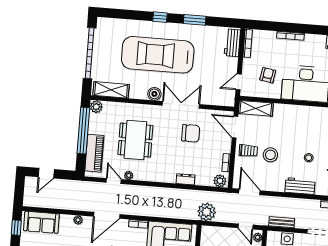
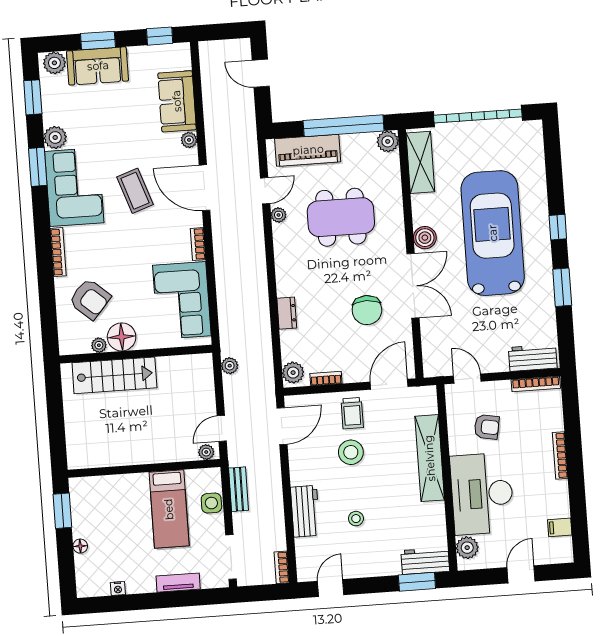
shelving: (256, 108) -> (430, 458), moved, width x1.47
plant: (207, 212) -> (230, 366), width x0.53, depth x0.53
sofa: (41, 222) -> (177, 101), moved

